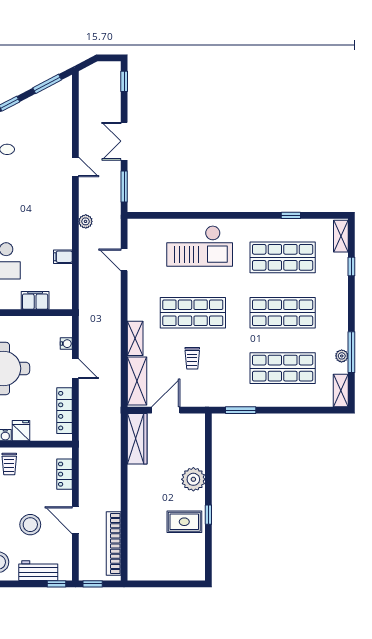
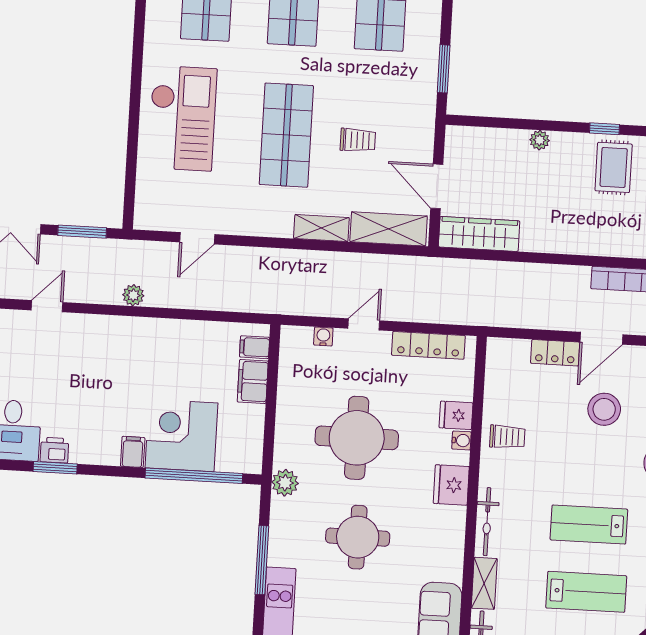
filing cabinet: (63, 257) -> (255, 347), moved, turned 90
locker: (64, 474) -> (555, 353), moved
plant: (193, 479) -> (540, 140), width x0.53, depth x0.53

